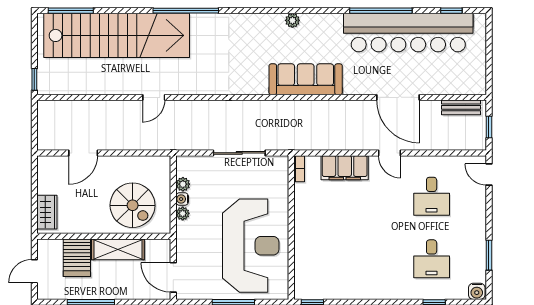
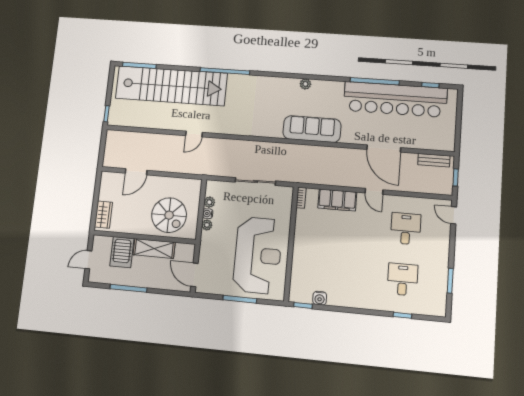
desk: (432, 196) -> (406, 229), turned 180
desk: (432, 259) -> (403, 279), turned 180
water cooler: (477, 291) -> (320, 298), moved

